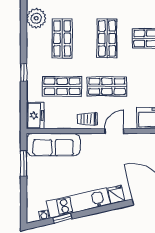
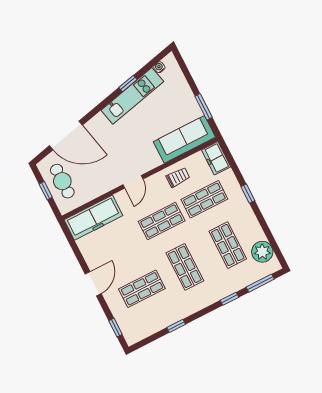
trolley: (87, 119) -> (178, 177), moved
fridge: (116, 195) -> (100, 122), removed
window: (62, 218) -> (128, 83), moved

